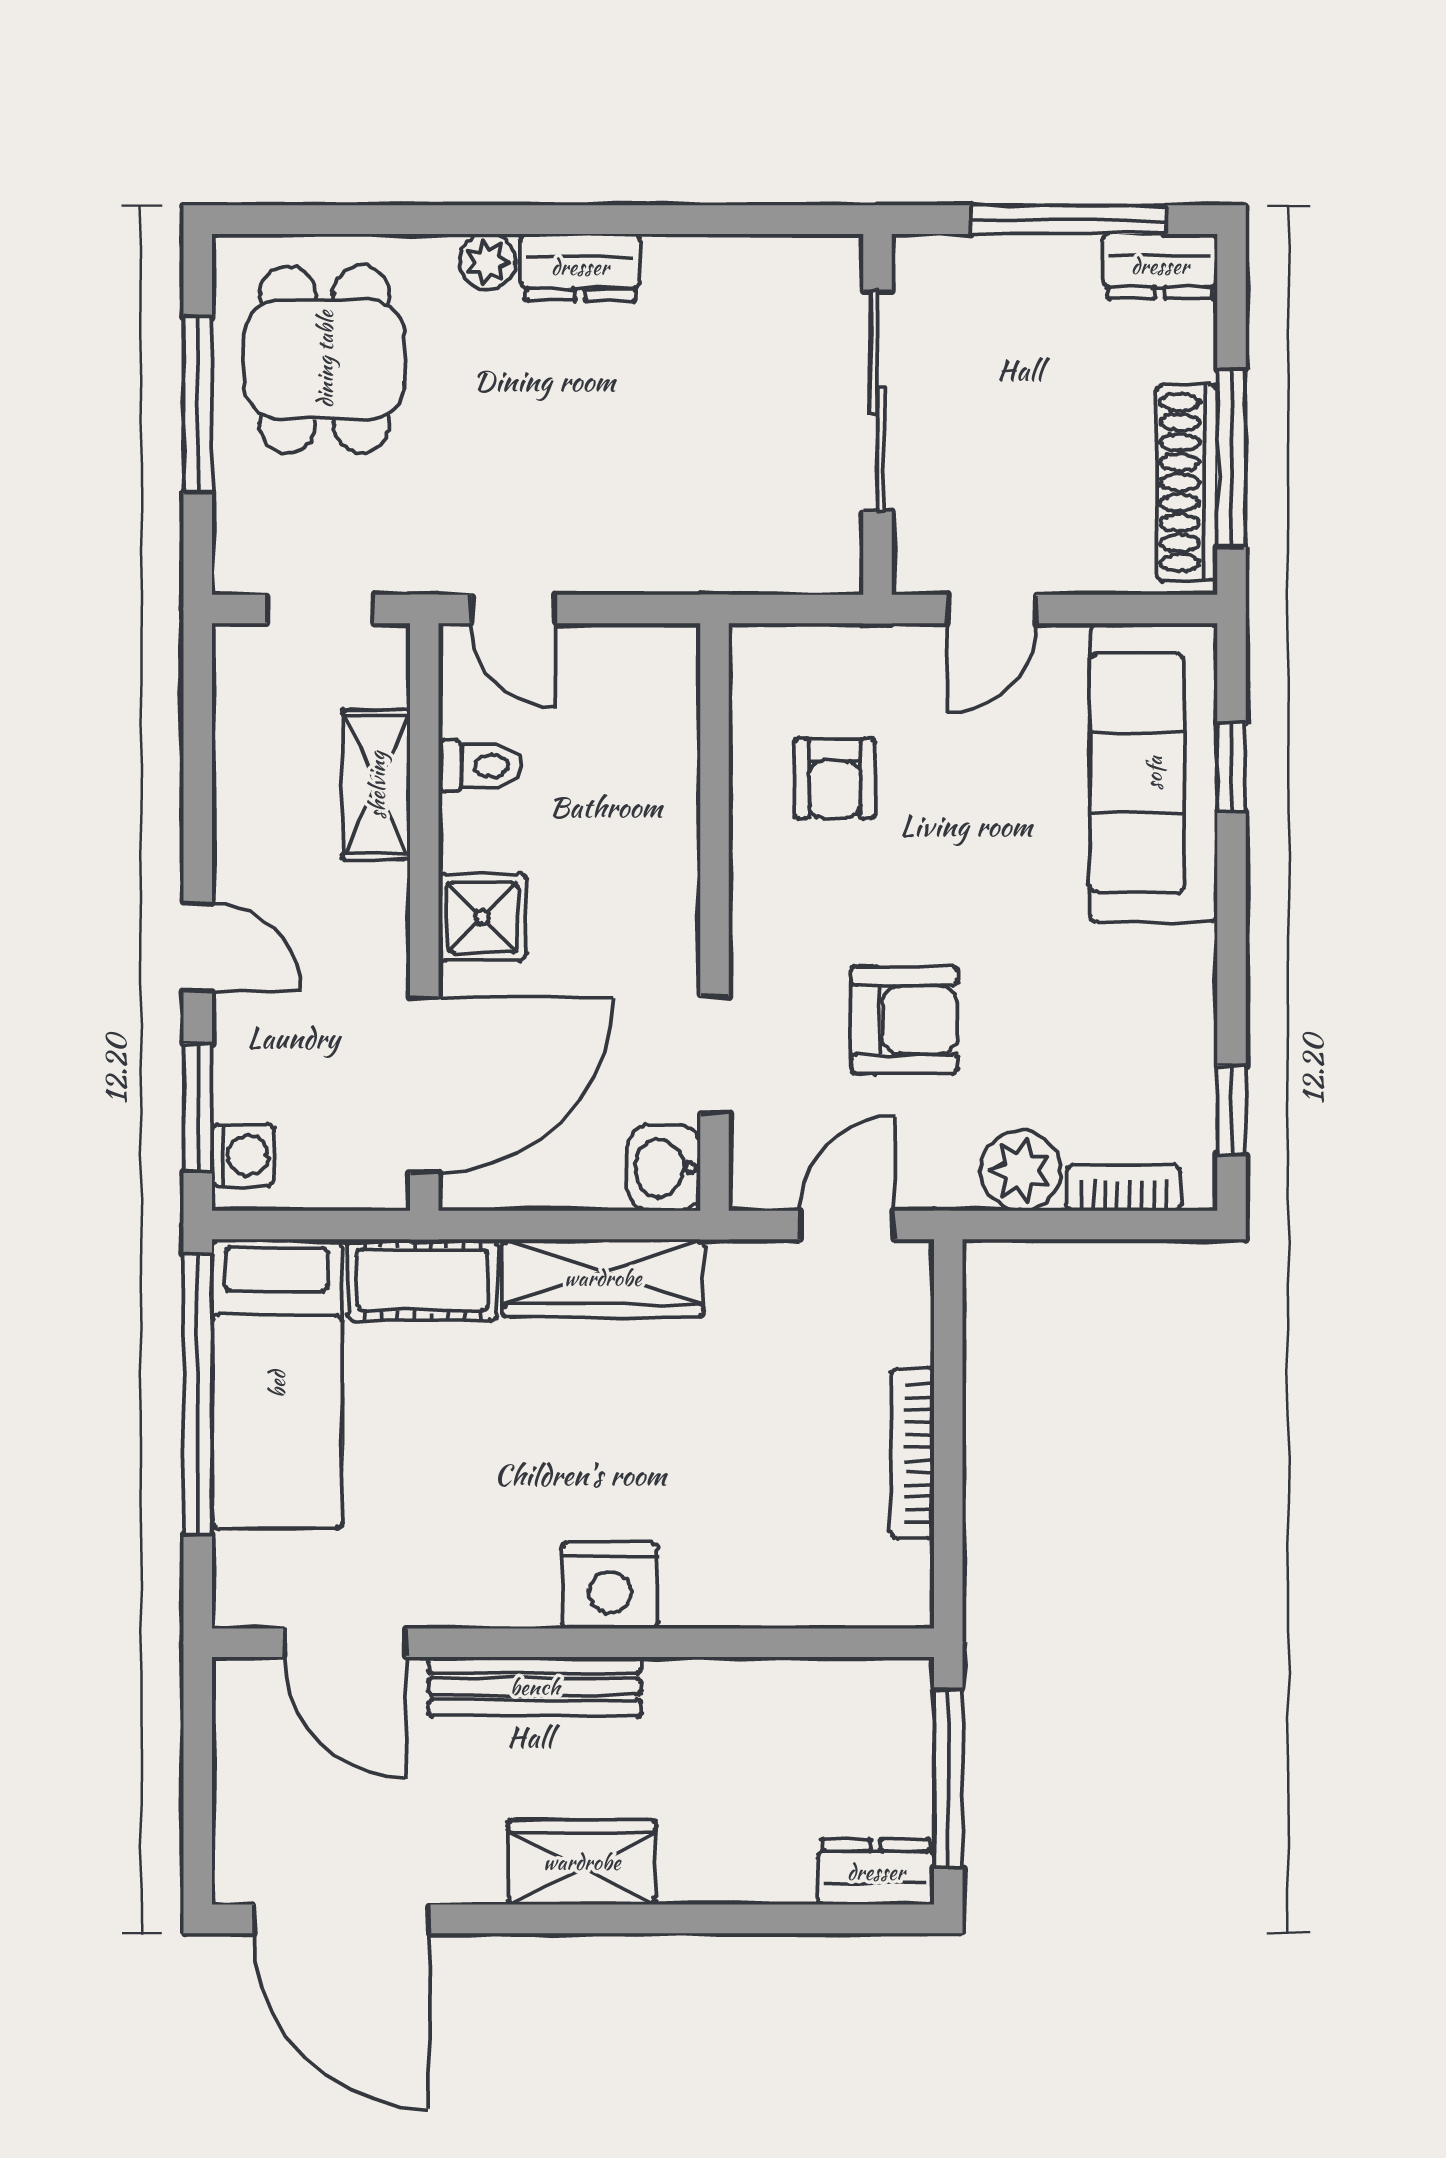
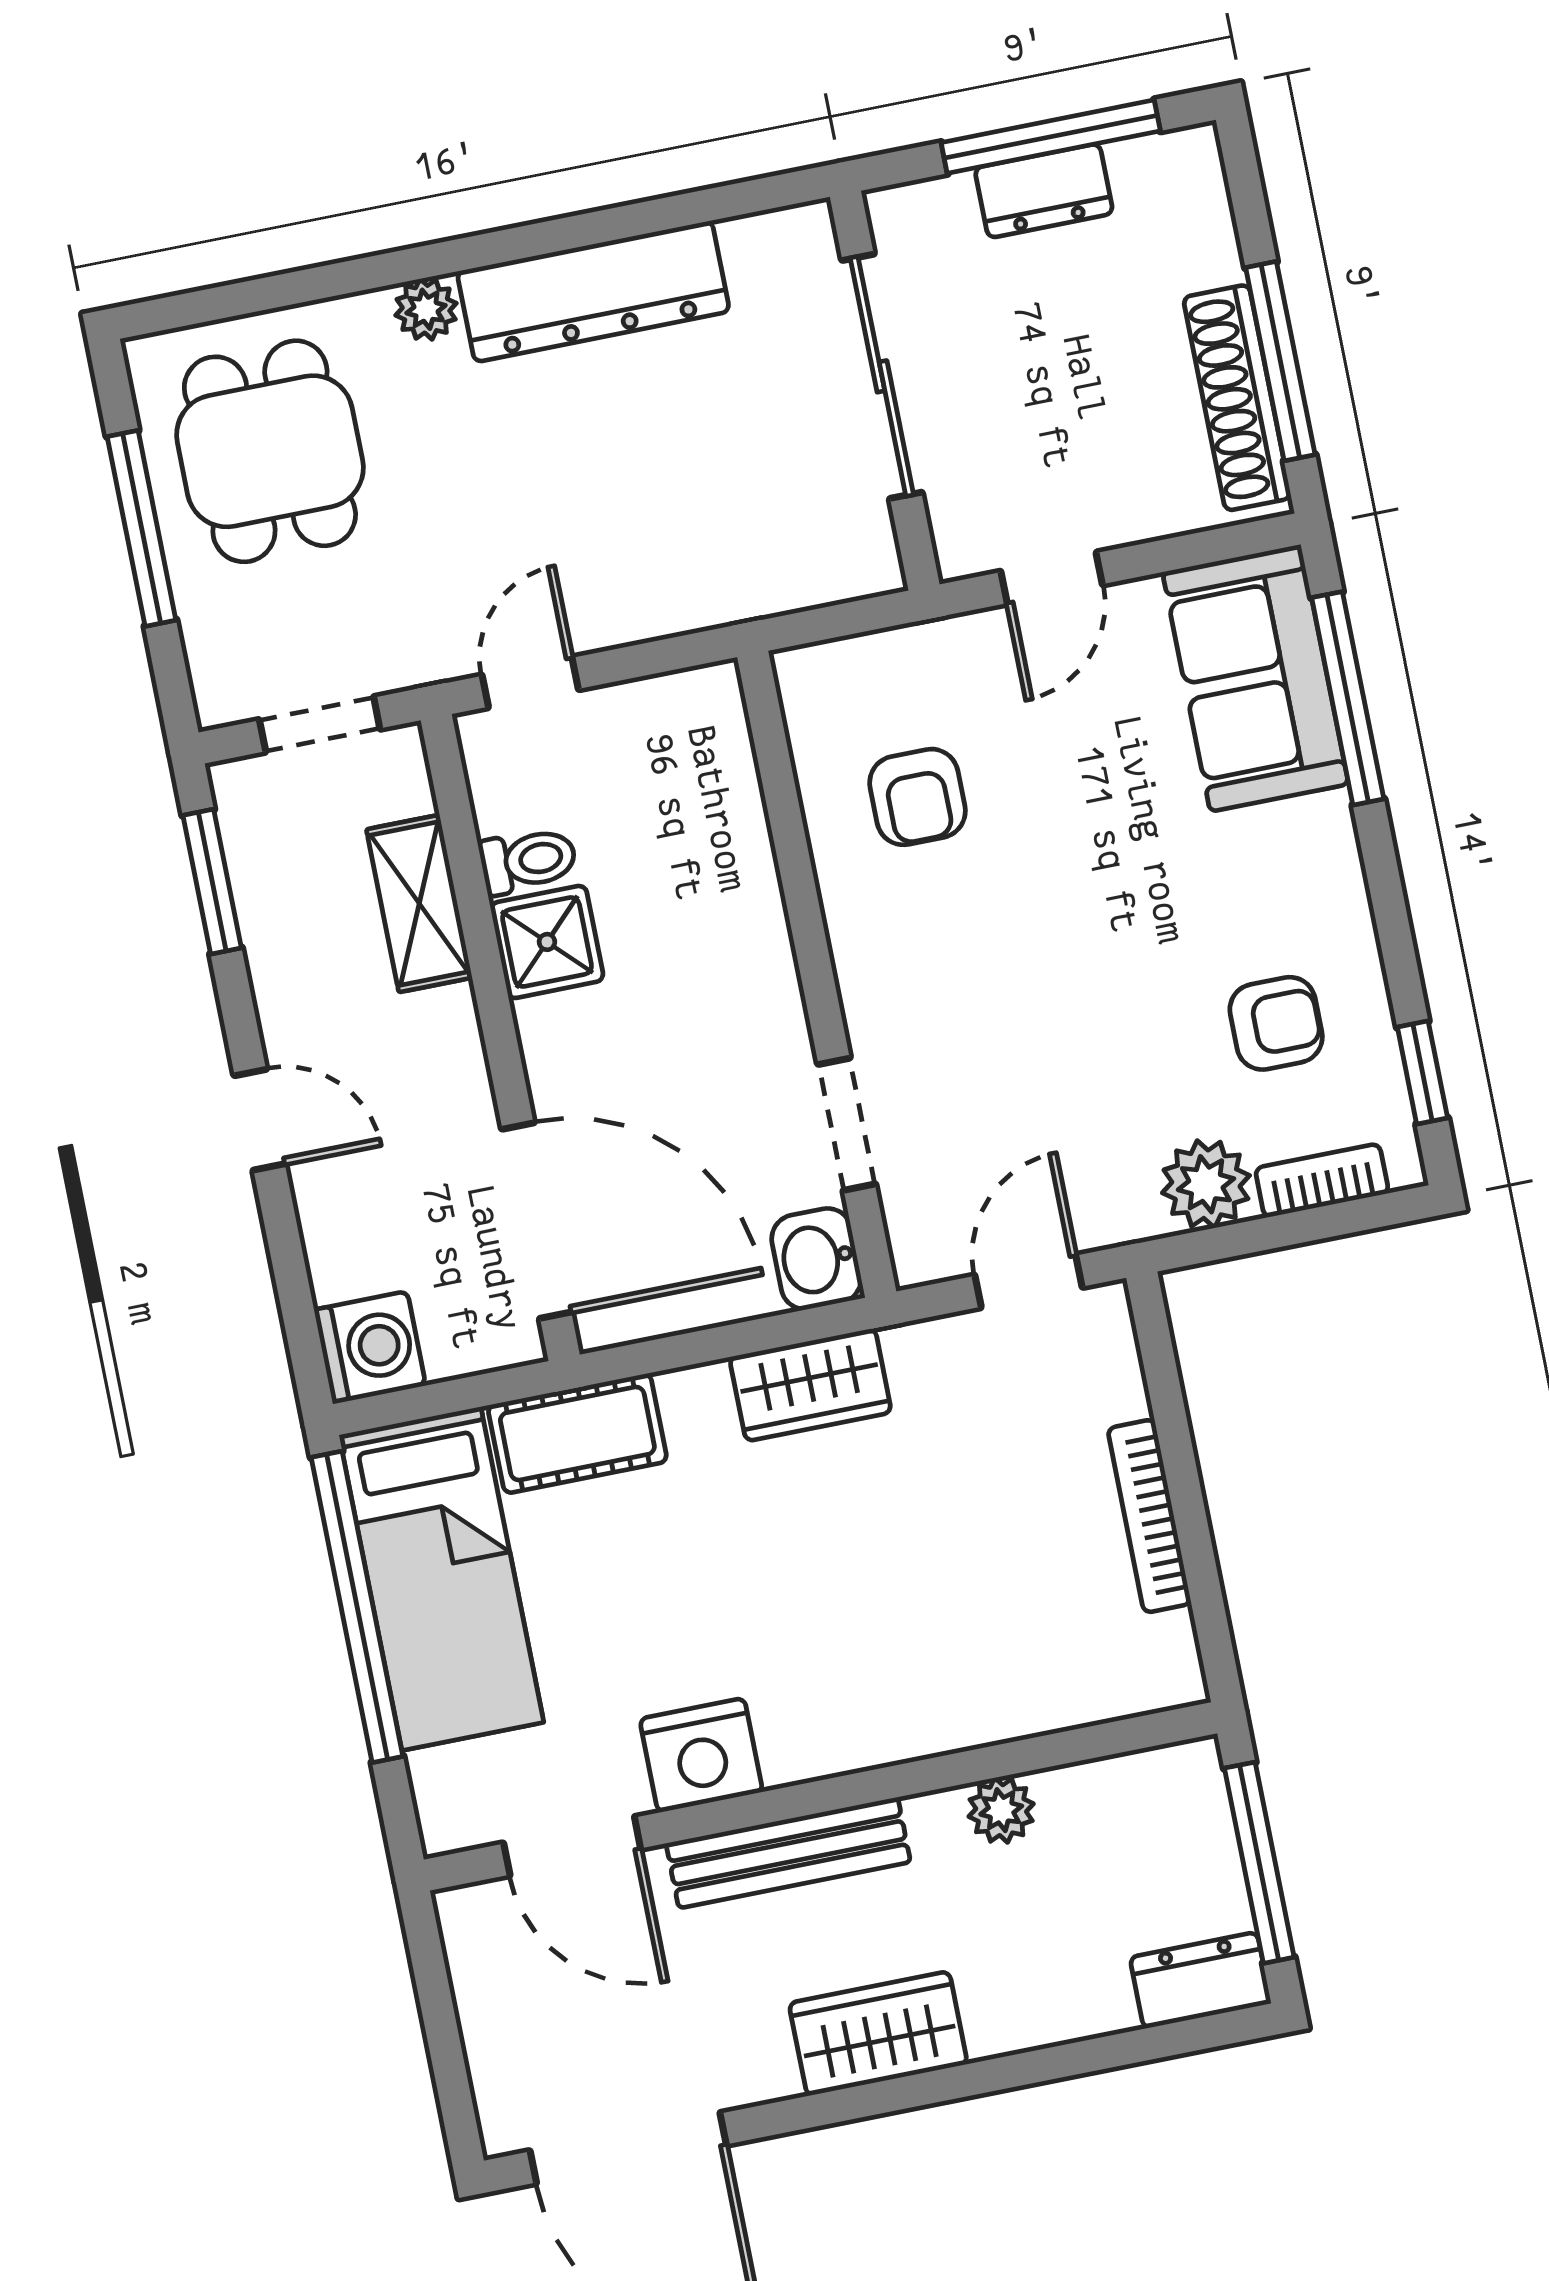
dresser: (1160, 266) -> (1044, 191), moved
dresser: (580, 267) -> (593, 292), width x1.96, depth x1.24
door: (513, 609) -> (530, 682), swing flipped
window: (1231, 767) -> (1348, 698), width x2.17
sofa: (1154, 773) -> (1255, 678), width x0.73
shower: (482, 917) -> (547, 942), moved
armchair: (904, 1020) -> (1276, 1023), moved, width x0.72, depth x0.72
door: (424, 1085) -> (537, 1221), hinge flipped
window: (198, 1107) -> (212, 882), moved
washing machine: (243, 1155) -> (370, 1347), width x1.38, depth x1.38
wardrobe: (603, 1278) -> (810, 1385), width x0.67
nightstand: (610, 1585) -> (701, 1755), moved
plant: (730, 1687) -> (1001, 1810), added

